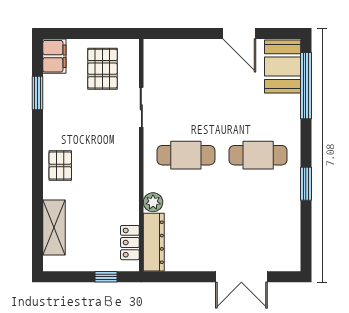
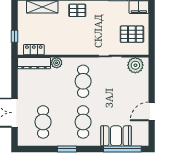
plant: (157, 62) -> (135, 65), added
booth: (283, 67) -> (116, 136), moved
cafe table: (258, 226) -> (43, 122), added

